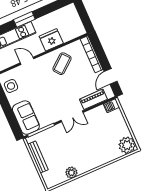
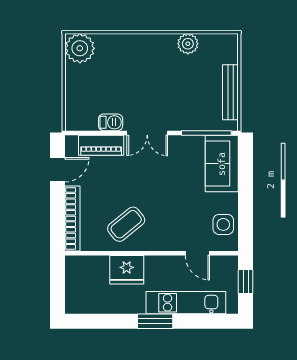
door: (27, 61) -> (197, 253), moved
barbecue: (111, 106) -> (111, 122), moved
double door: (72, 116) -> (147, 133), swing flipped

